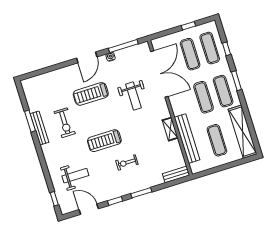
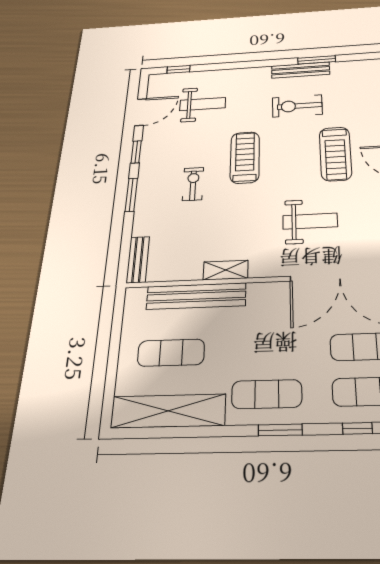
treadmill: (91, 94) -> (335, 154), turned 180
weight bench: (133, 96) -> (310, 221), turned 180
exercise mat: (203, 97) -> (267, 350), removed
weight bench: (75, 176) -> (203, 104), turned -90

